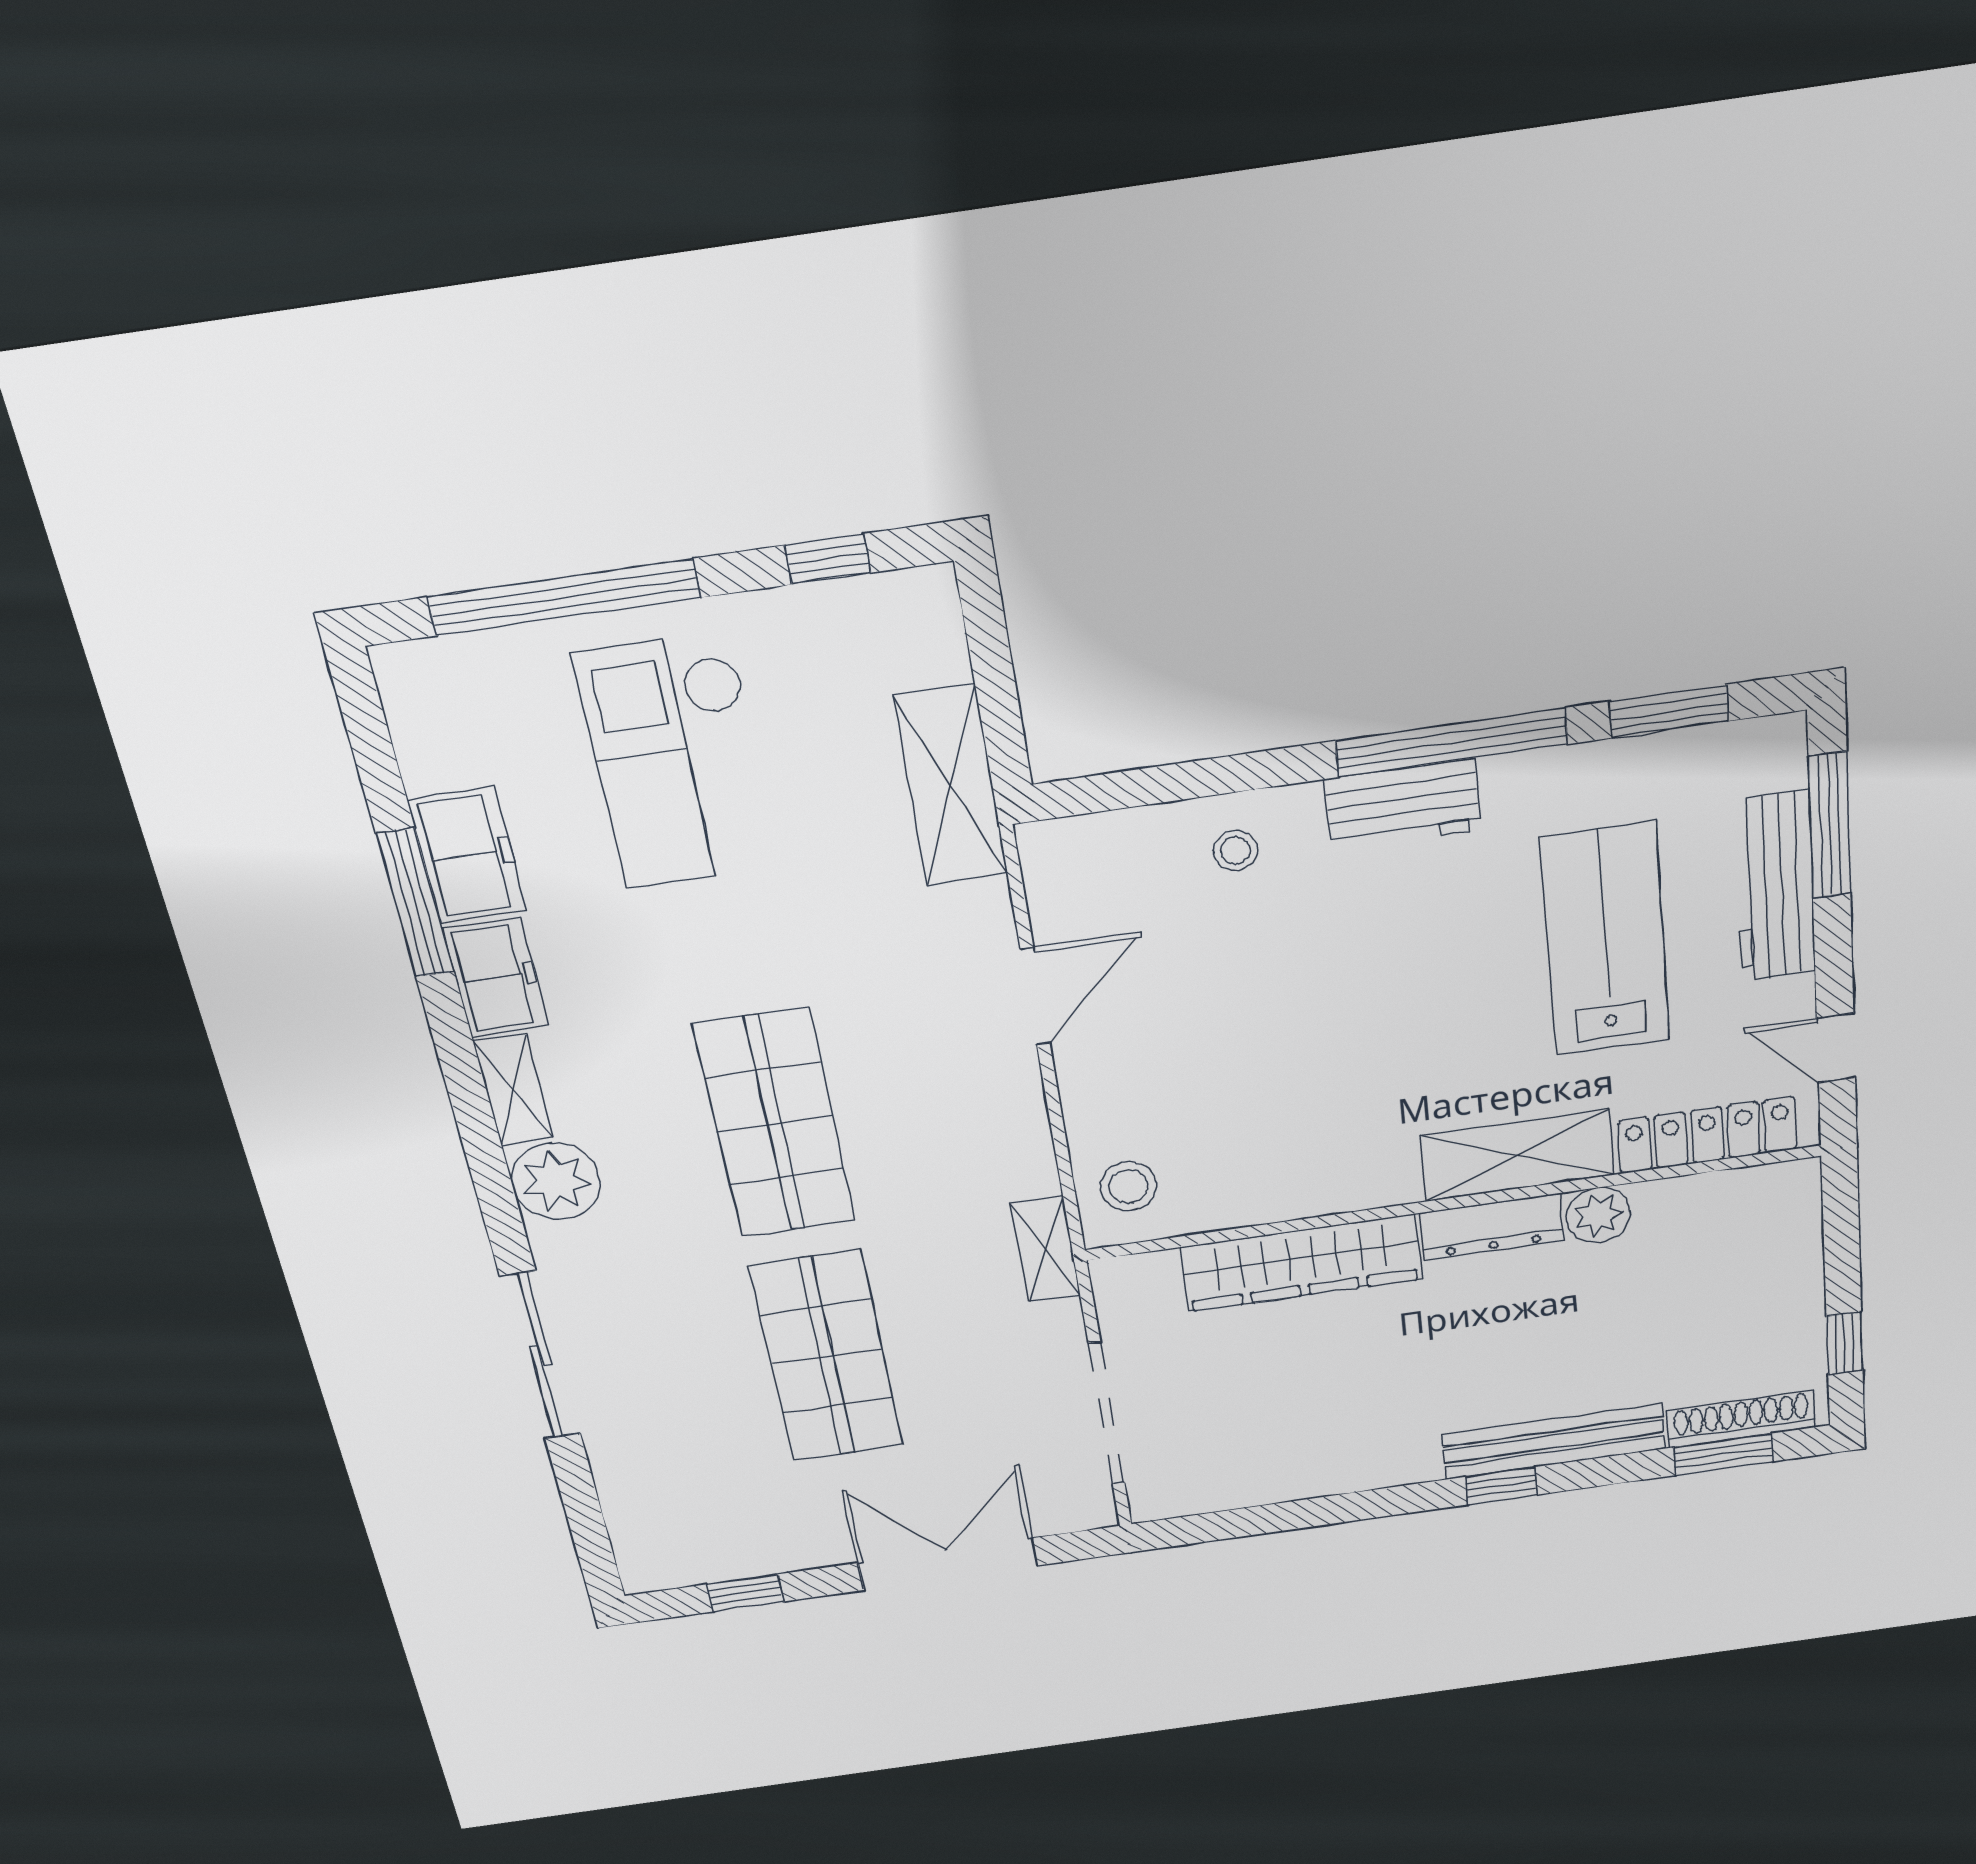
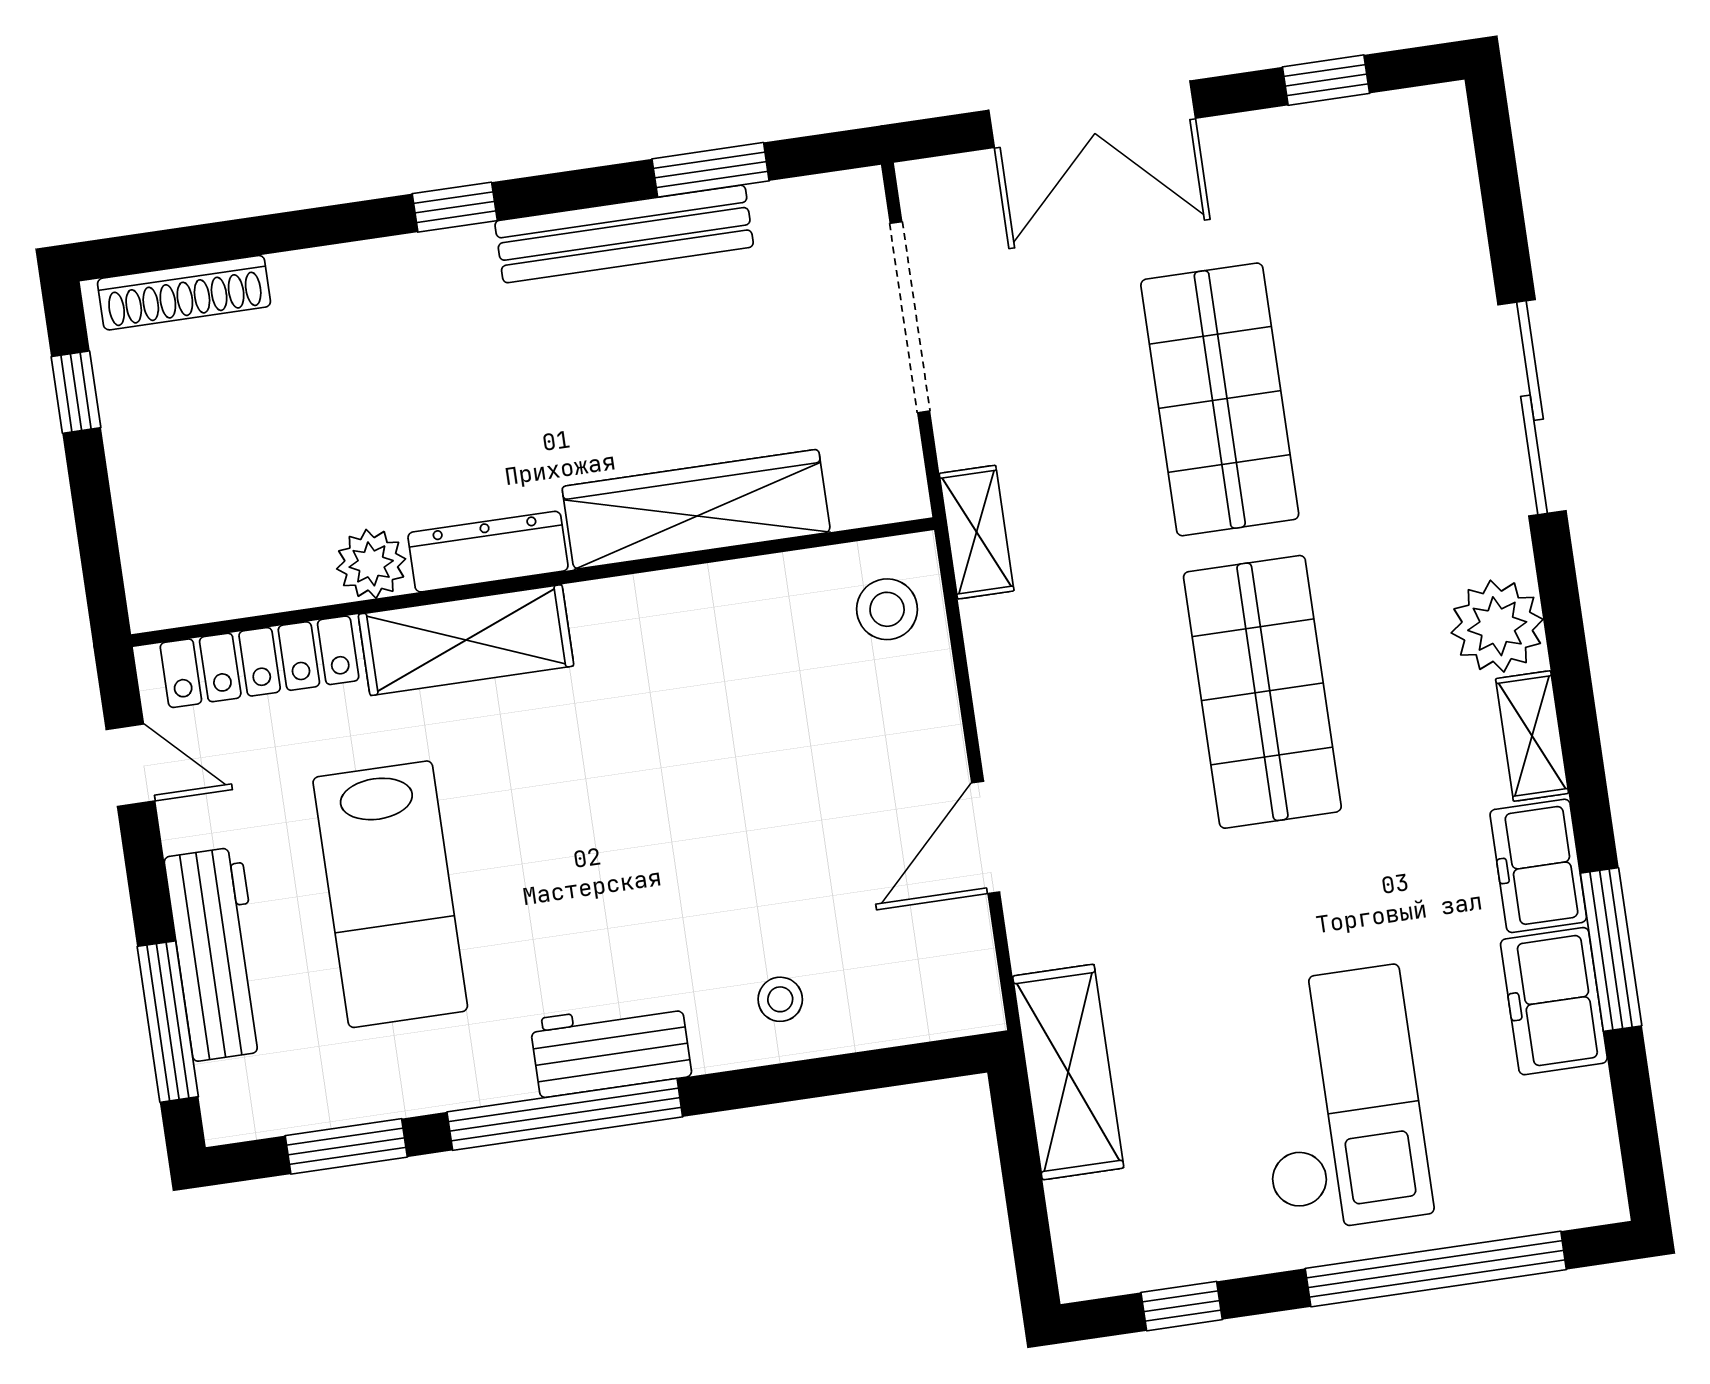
bench: (1553, 1442) -> (624, 234), moved
window: (1723, 1454) -> (711, 170), moved

